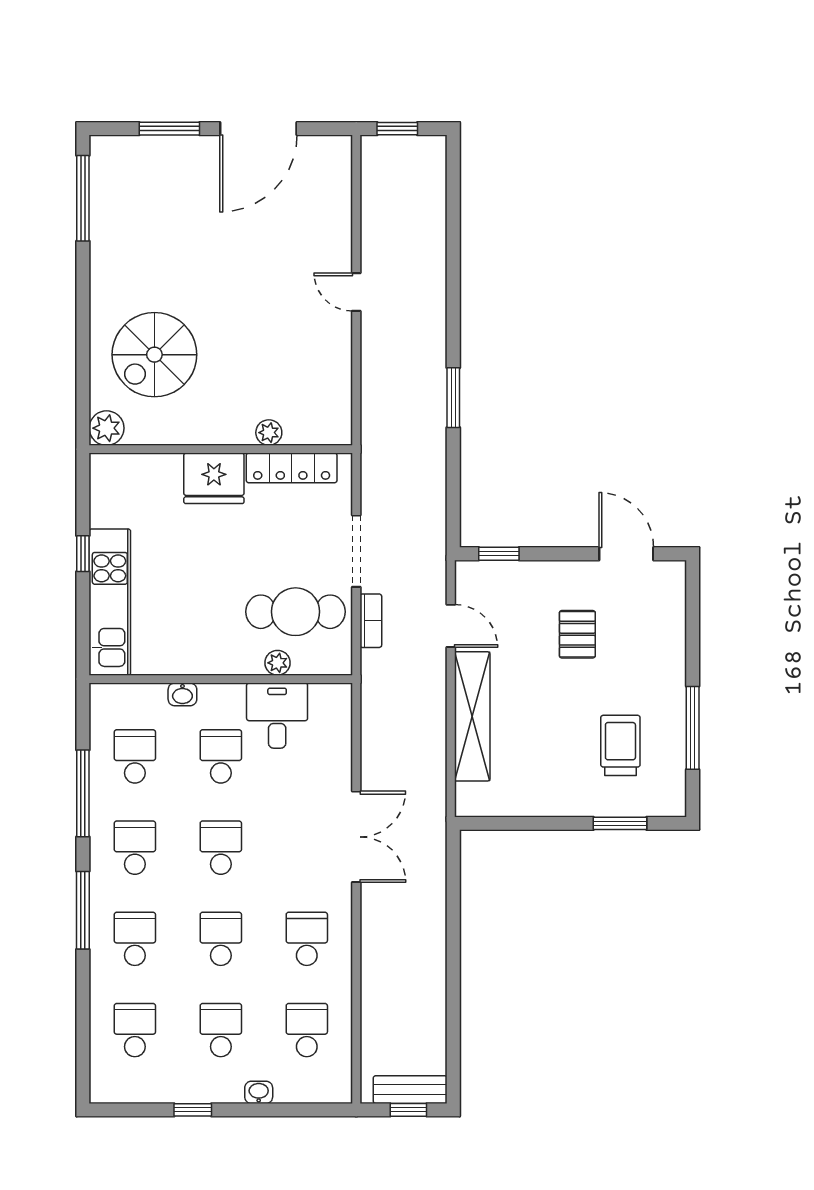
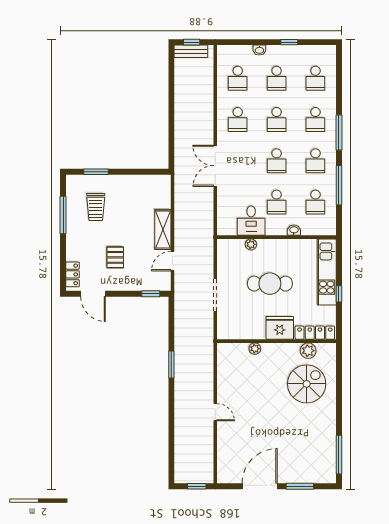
plant: (107, 428) -> (308, 351), moved
locker: (292, 468) -> (315, 333), moved
locker: (672, 597) -> (73, 274), added
cafe table: (296, 612) -> (270, 284), moved
bookcase: (371, 621) -> (209, 264), removed
door: (451, 626) -> (173, 261), hinge flipped
shelving: (472, 716) -> (163, 230), width x0.68

